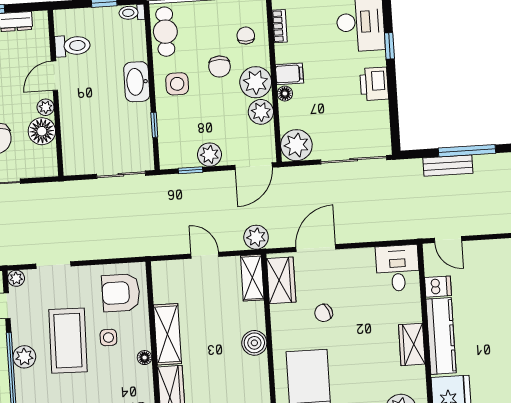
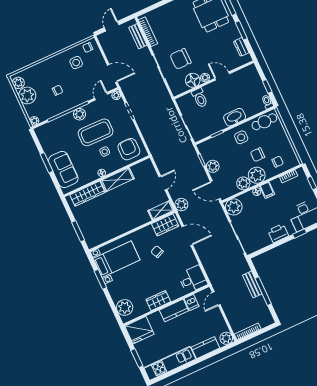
toilet: (73, 46) -> (200, 98), moved
kitchen counter: (441, 336) -> (174, 310), width x0.67
boiler: (254, 343) -> (130, 224), removed

